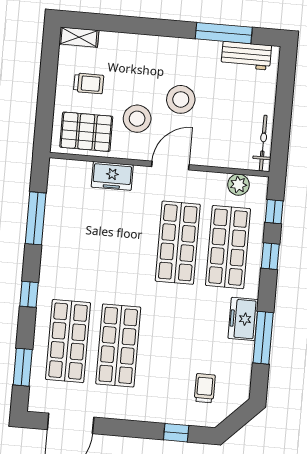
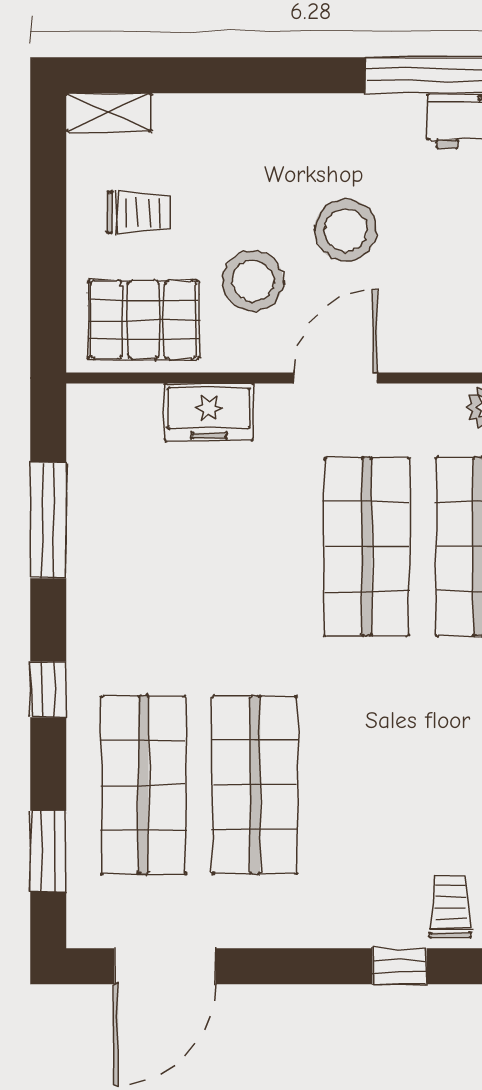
trolley: (205, 388) -> (450, 906), moved

